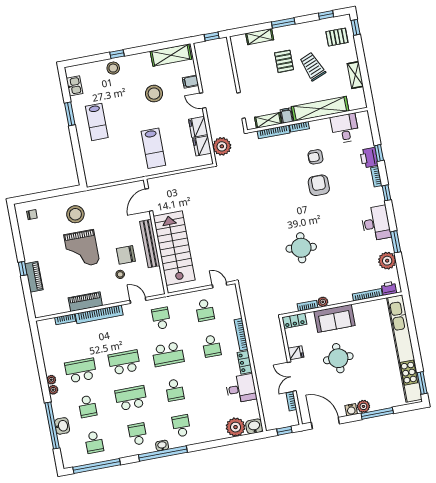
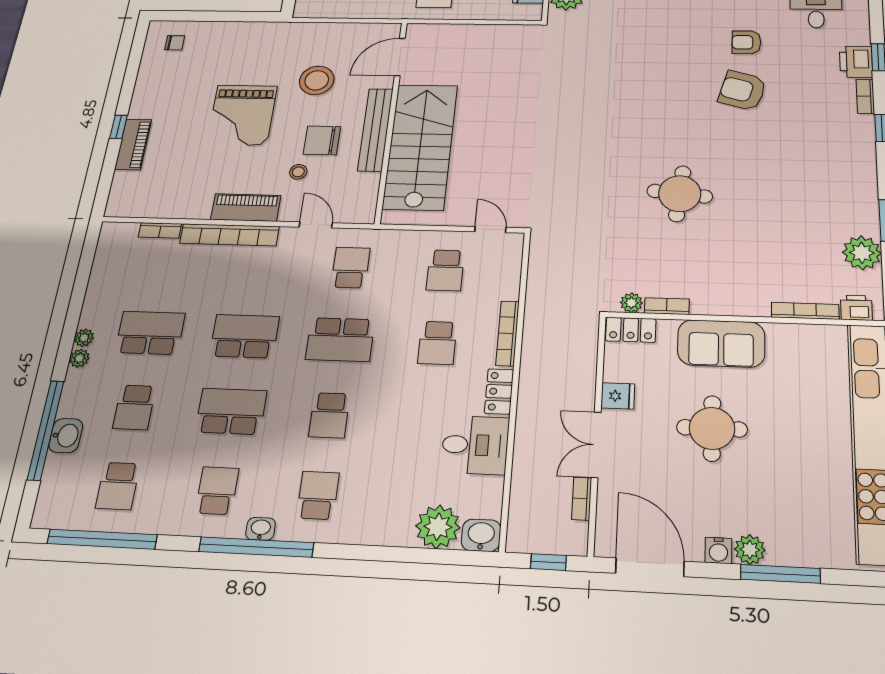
armchair: (319, 185) -> (742, 91), turned -74
stool: (75, 214) -> (317, 80), moved
desk: (376, 223) -> (849, 178), removed
piano: (85, 302) -> (246, 208), moved
plant: (323, 302) -> (631, 303), moved

